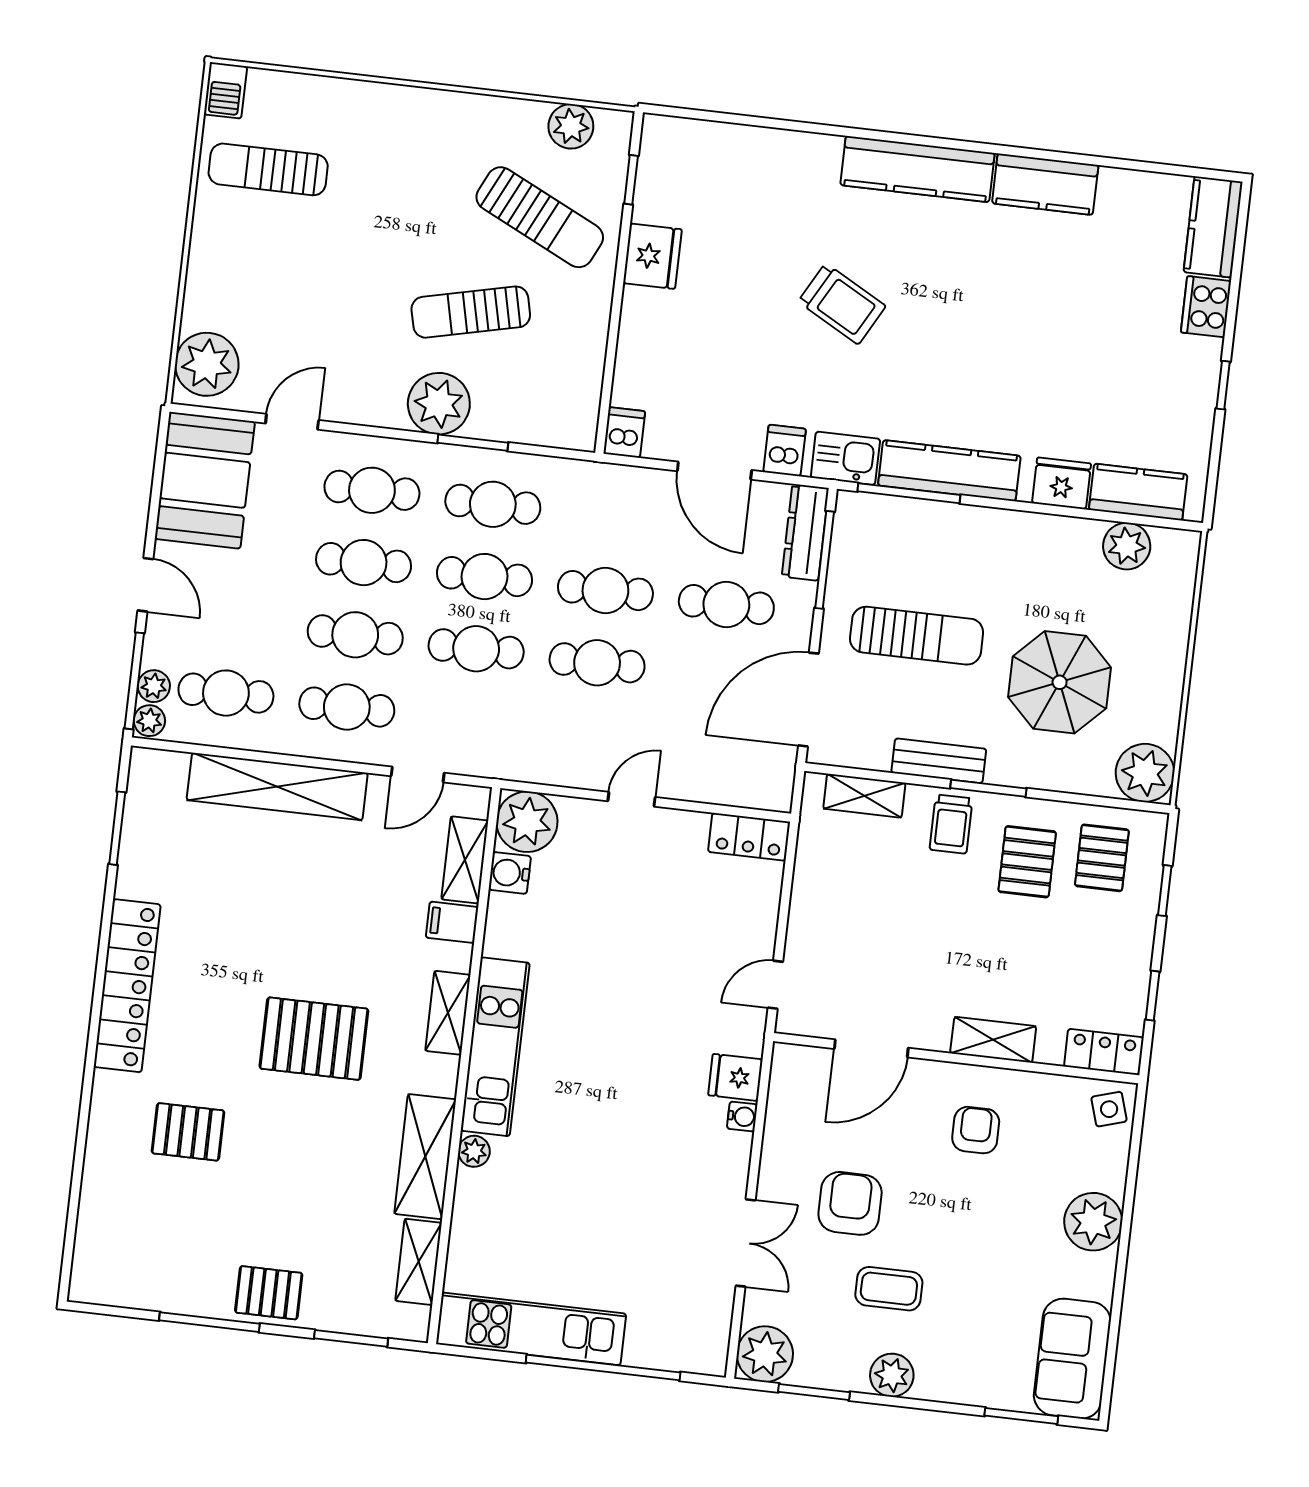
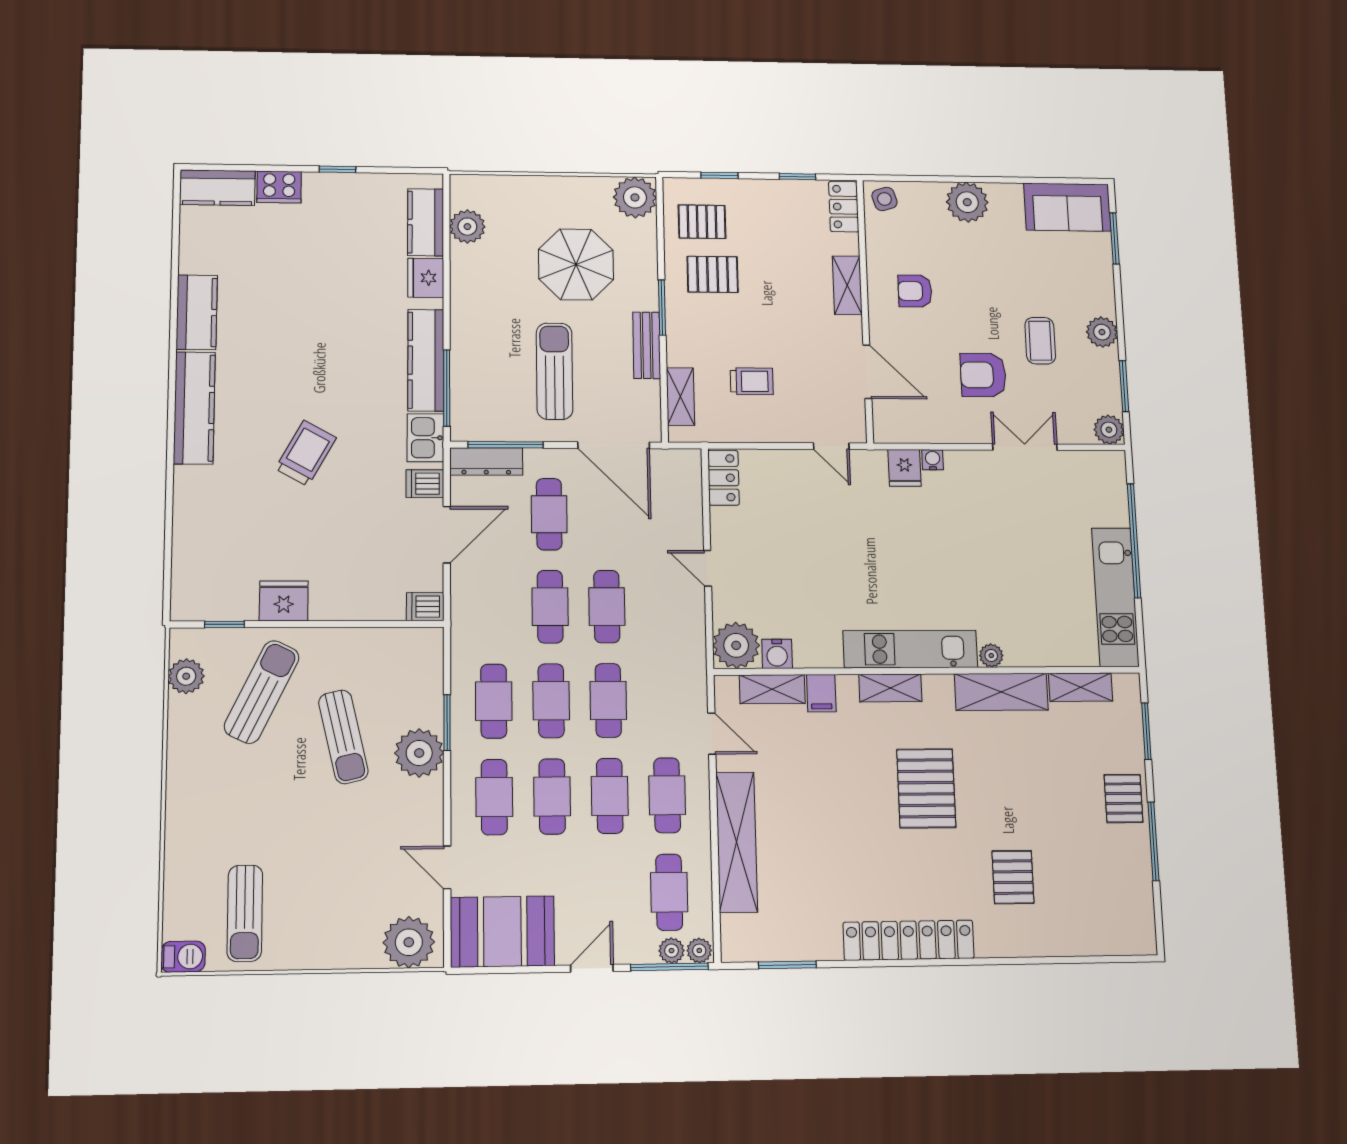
trolley: (951, 824) -> (752, 381), moved
plant: (765, 1354) -> (1109, 430), width x0.73, depth x0.73

